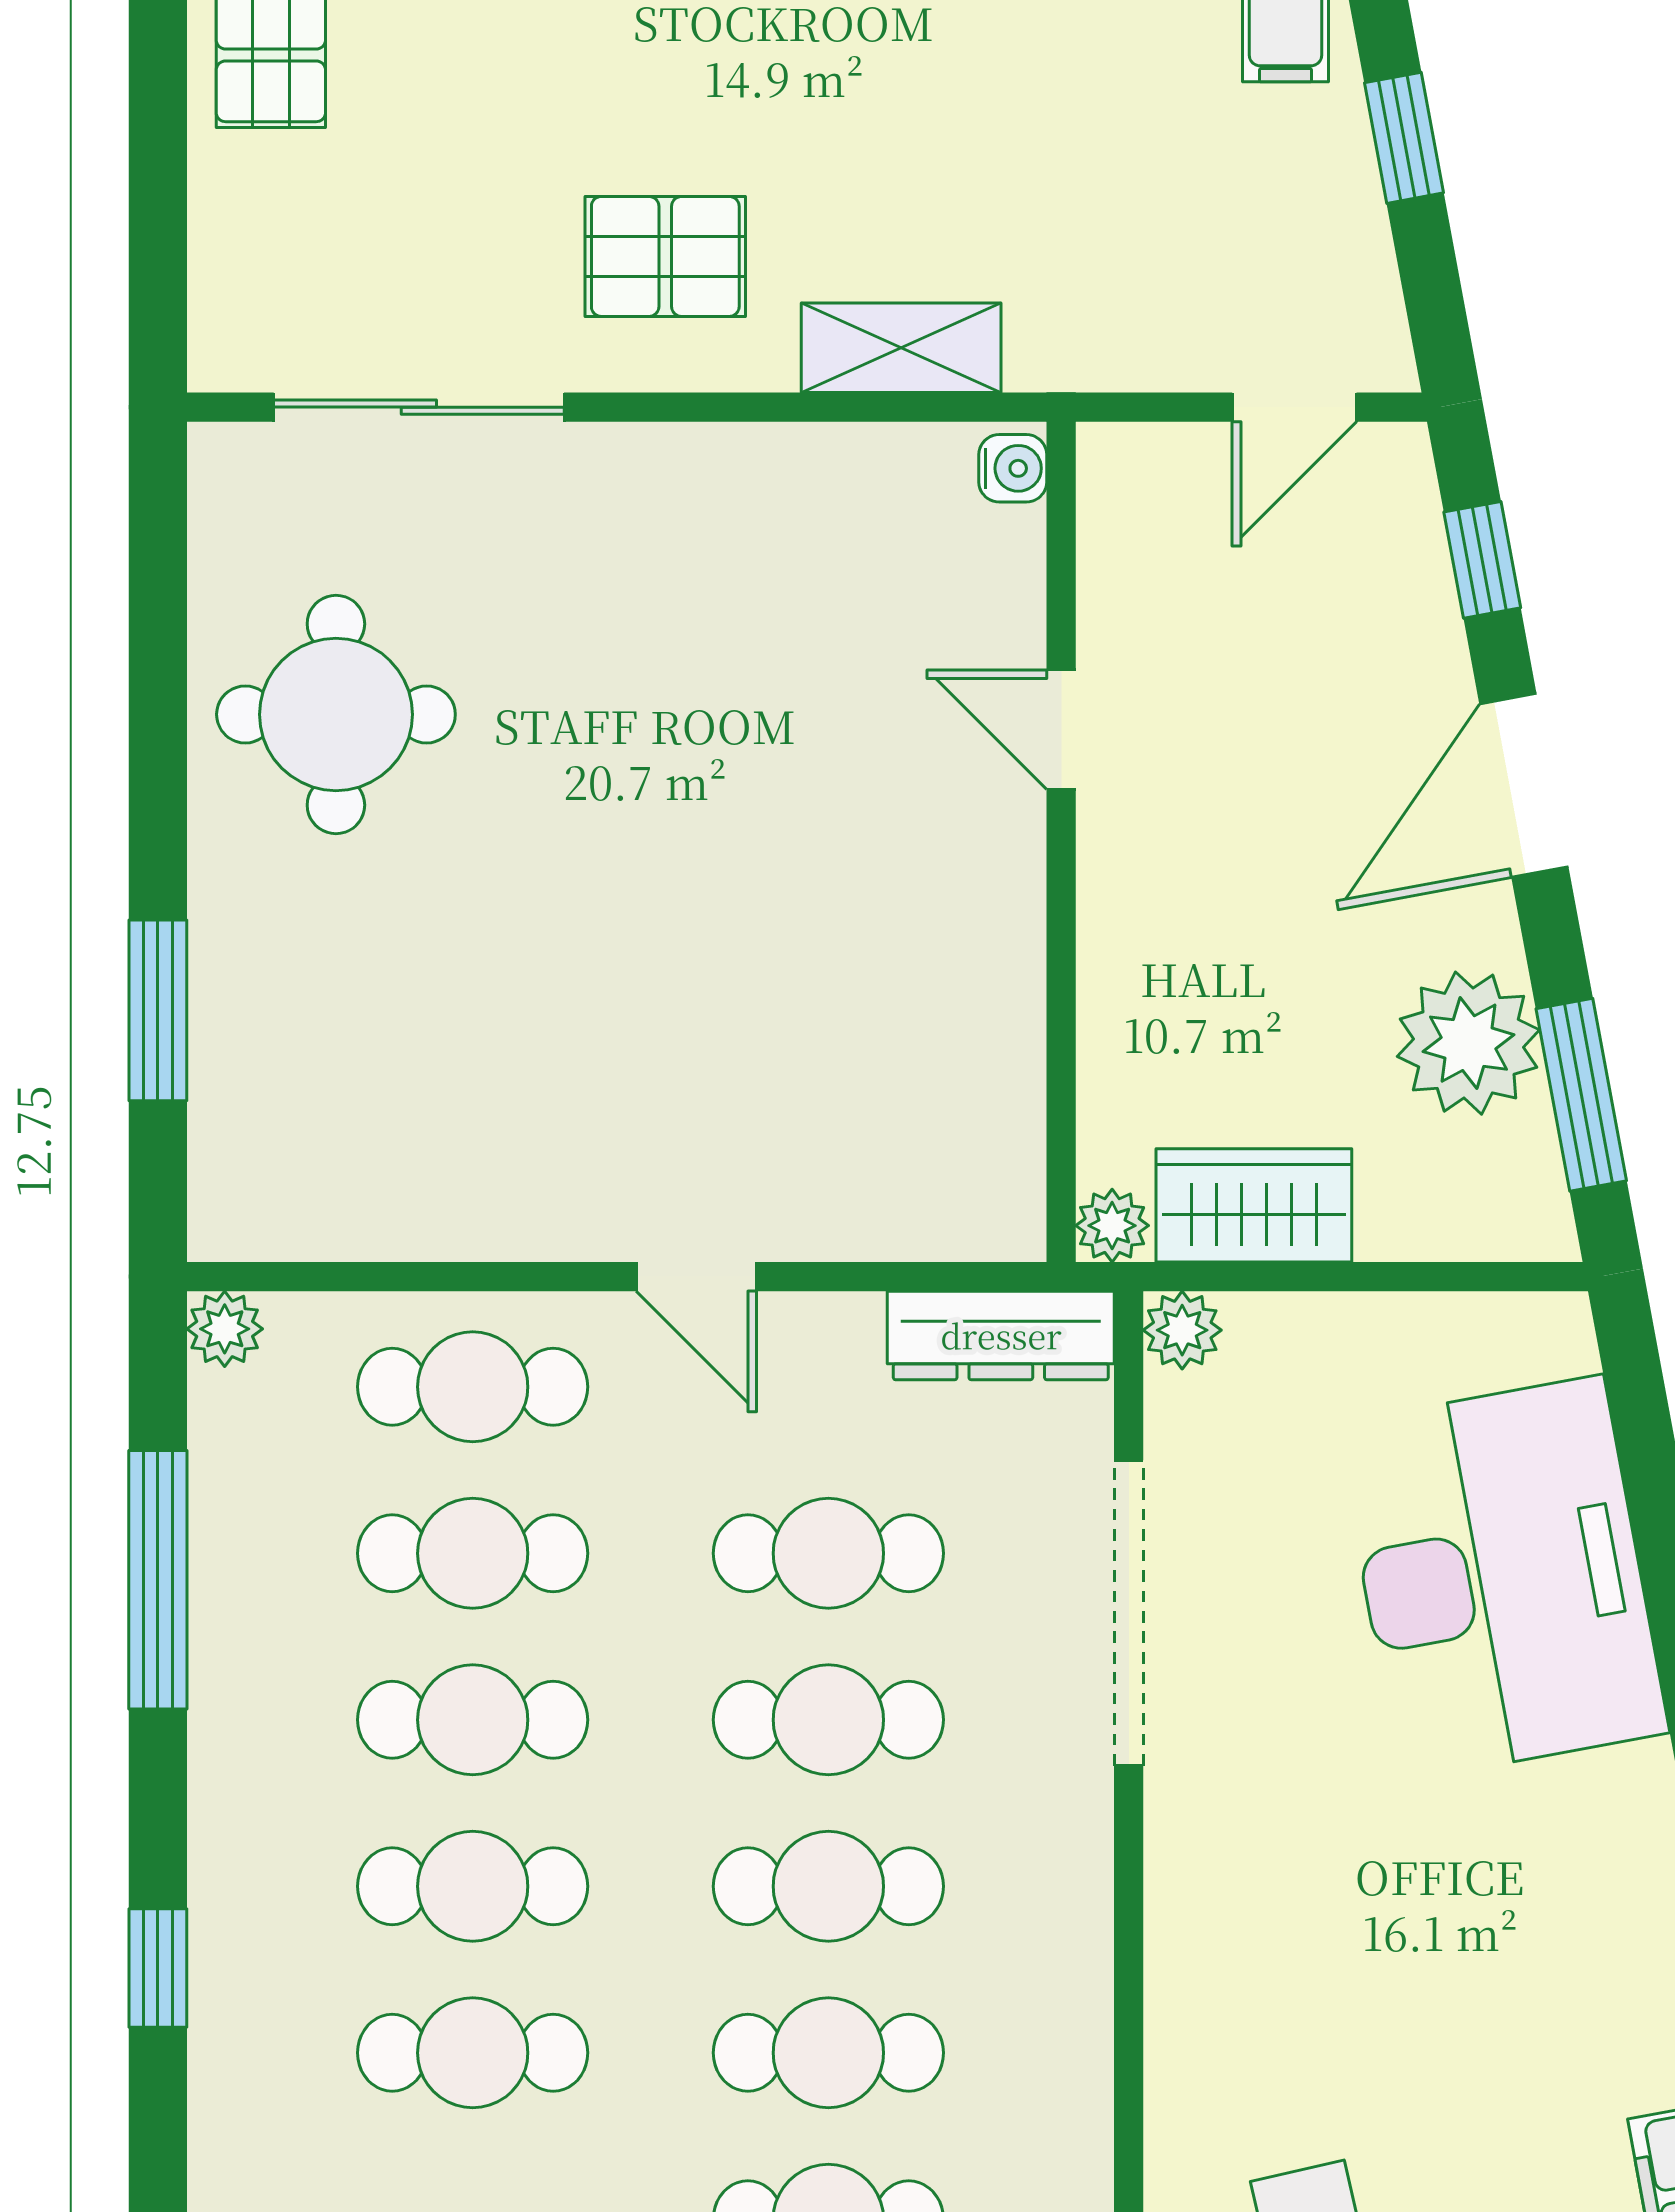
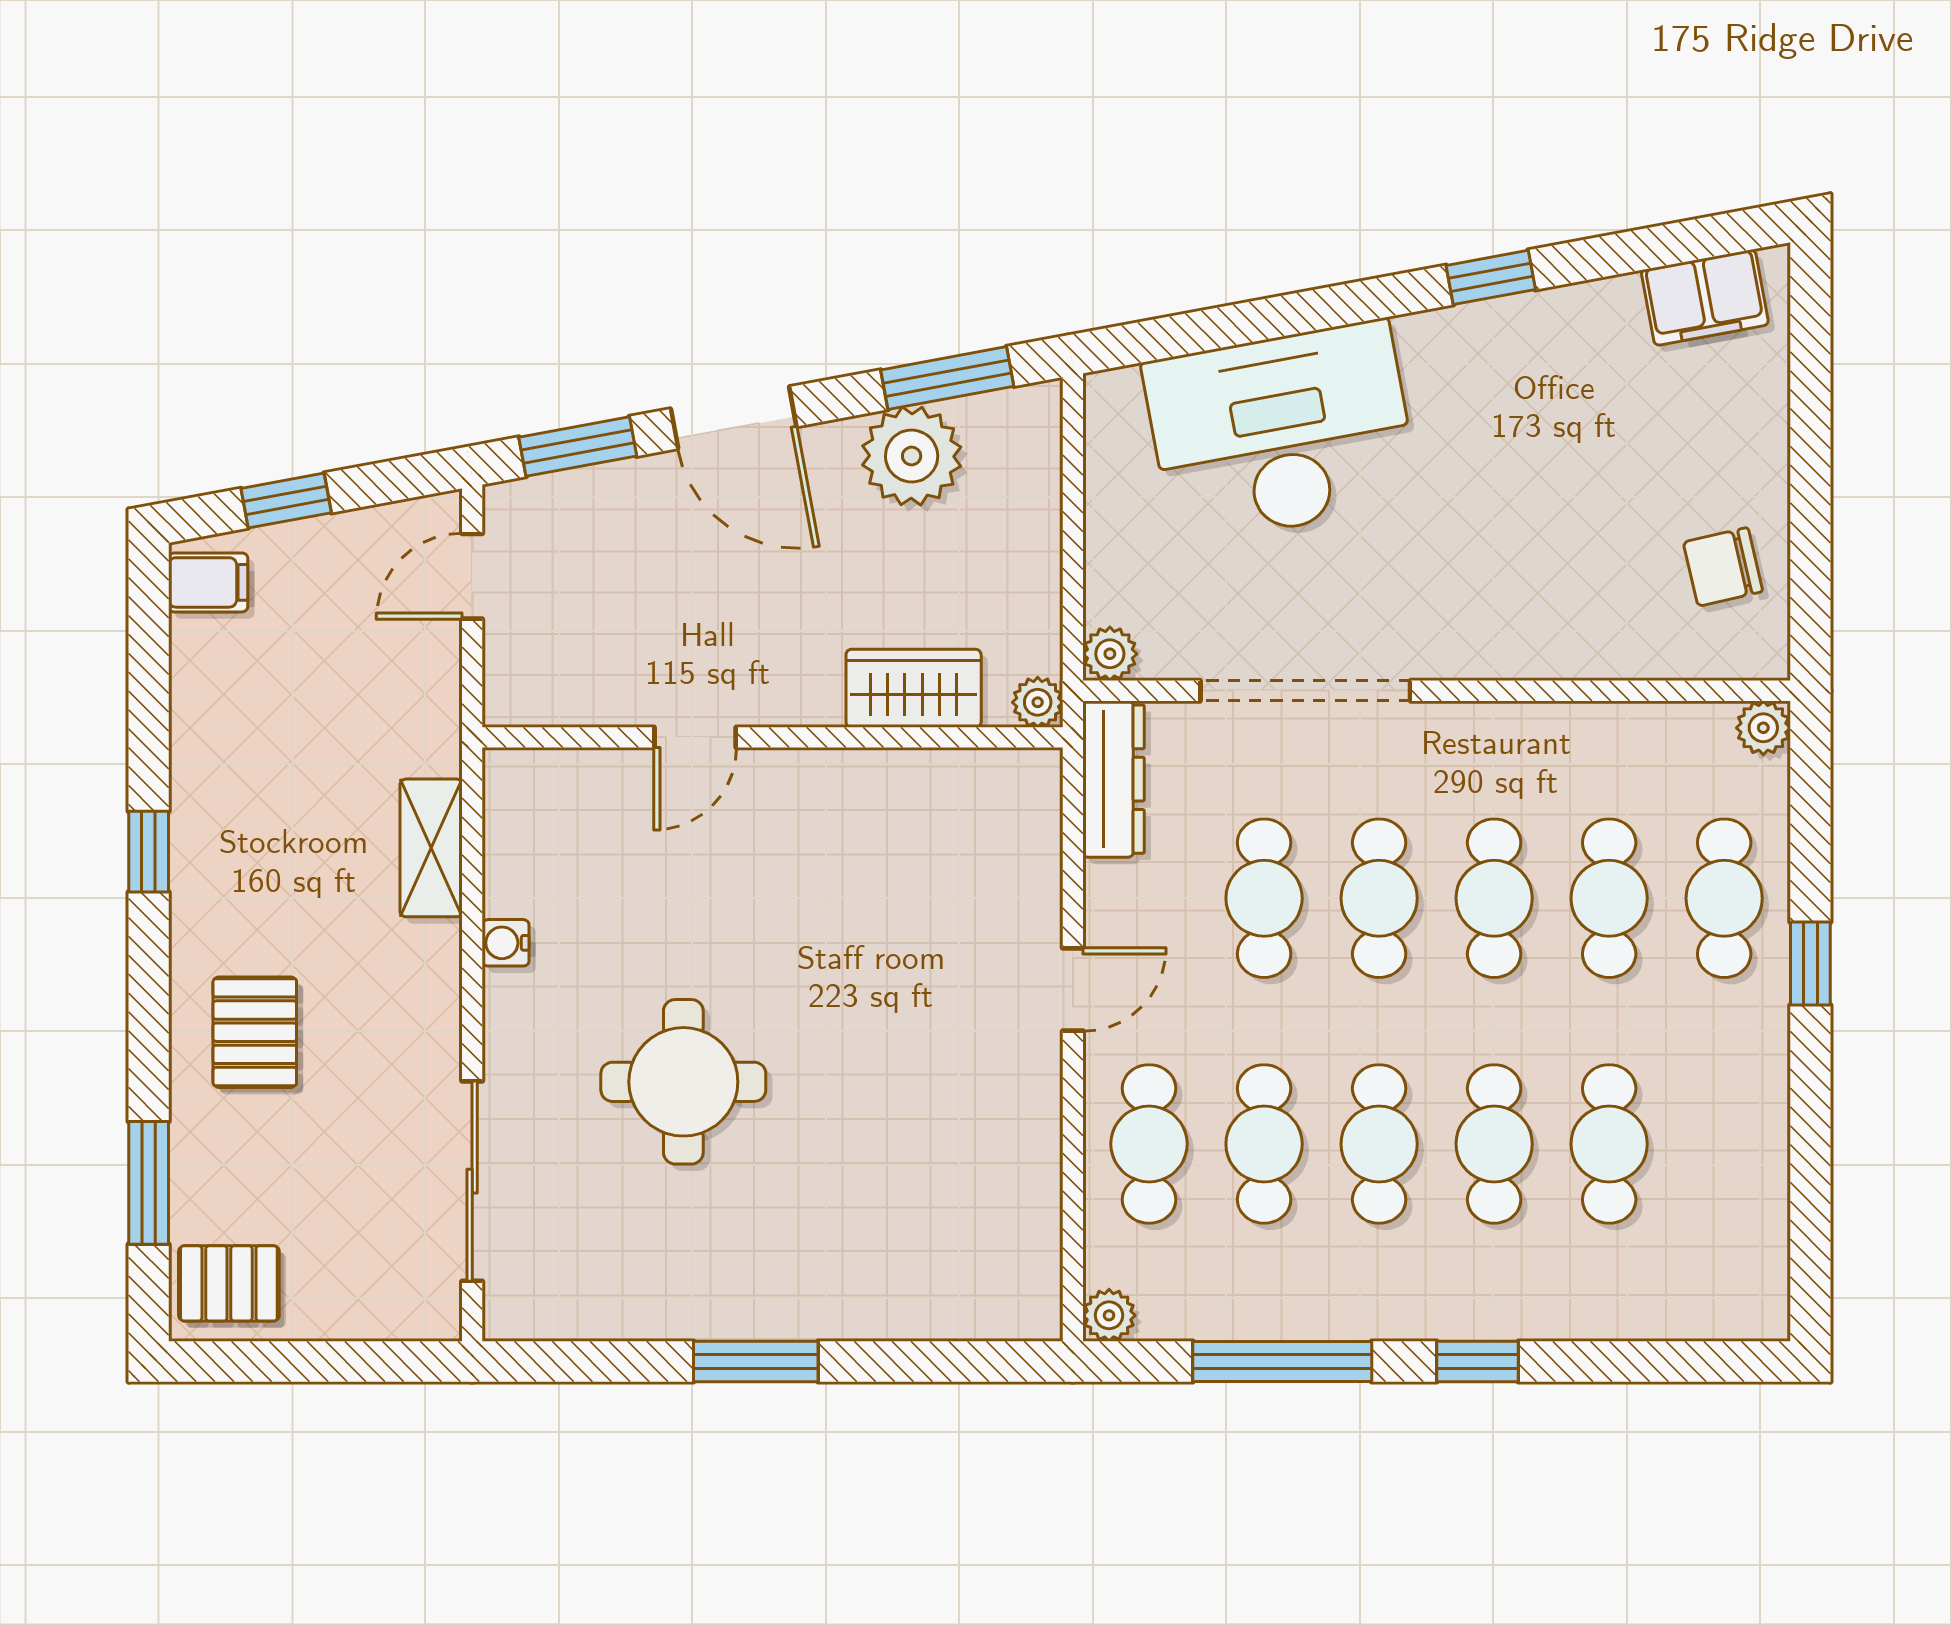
pallet: (665, 256) -> (255, 1032), moved
door: (1294, 407) -> (472, 576), swing flipped
water cooler: (1013, 468) -> (506, 943), moved, turned -90
window: (1482, 560) -> (578, 447), width x1.50
round table: (336, 714) -> (683, 1082), moved
window: (158, 1010) -> (756, 1361), moved
wardrobe: (1254, 1205) -> (914, 688), moved, turned 90
window: (158, 1968) -> (1477, 1361), moved

